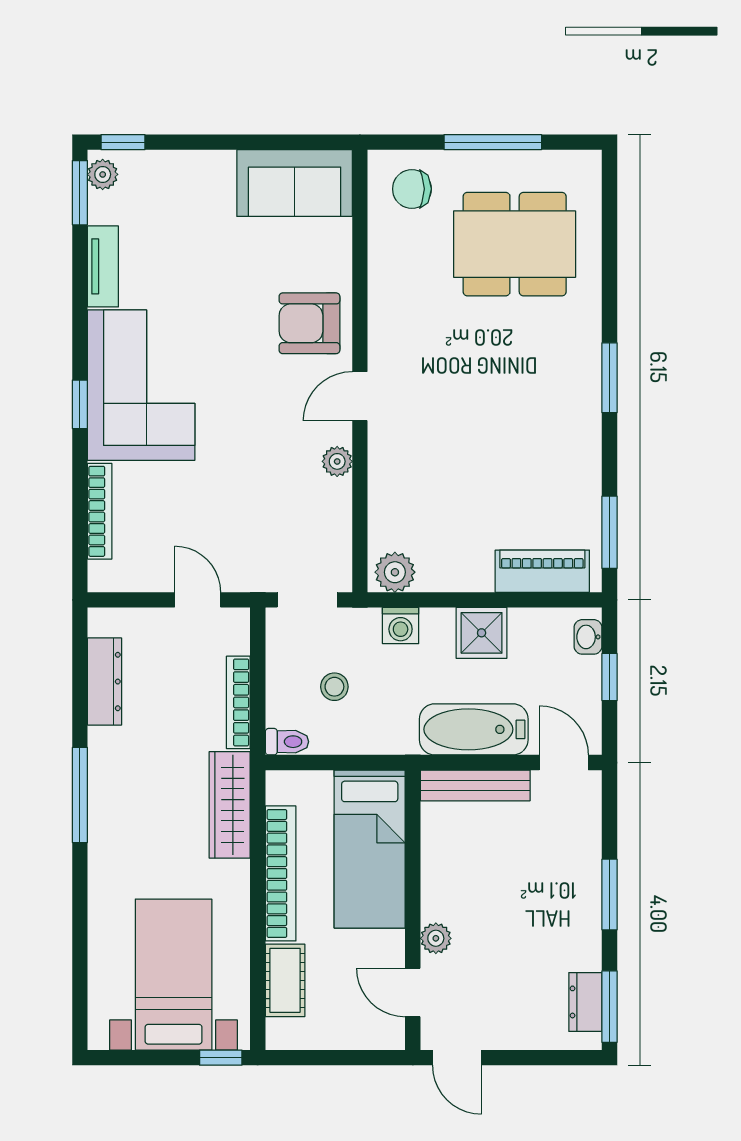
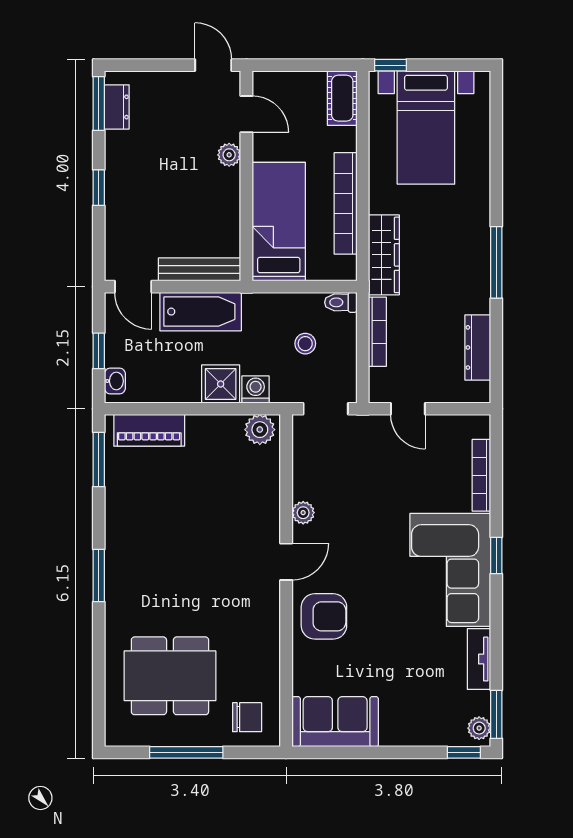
shower: (482, 633) -> (221, 384), moved
window: (610, 895) -> (99, 188), width x0.67
cot: (285, 980) -> (342, 98), moved

